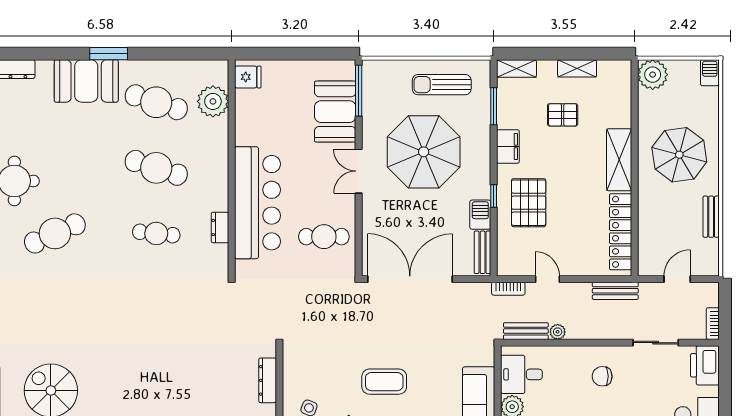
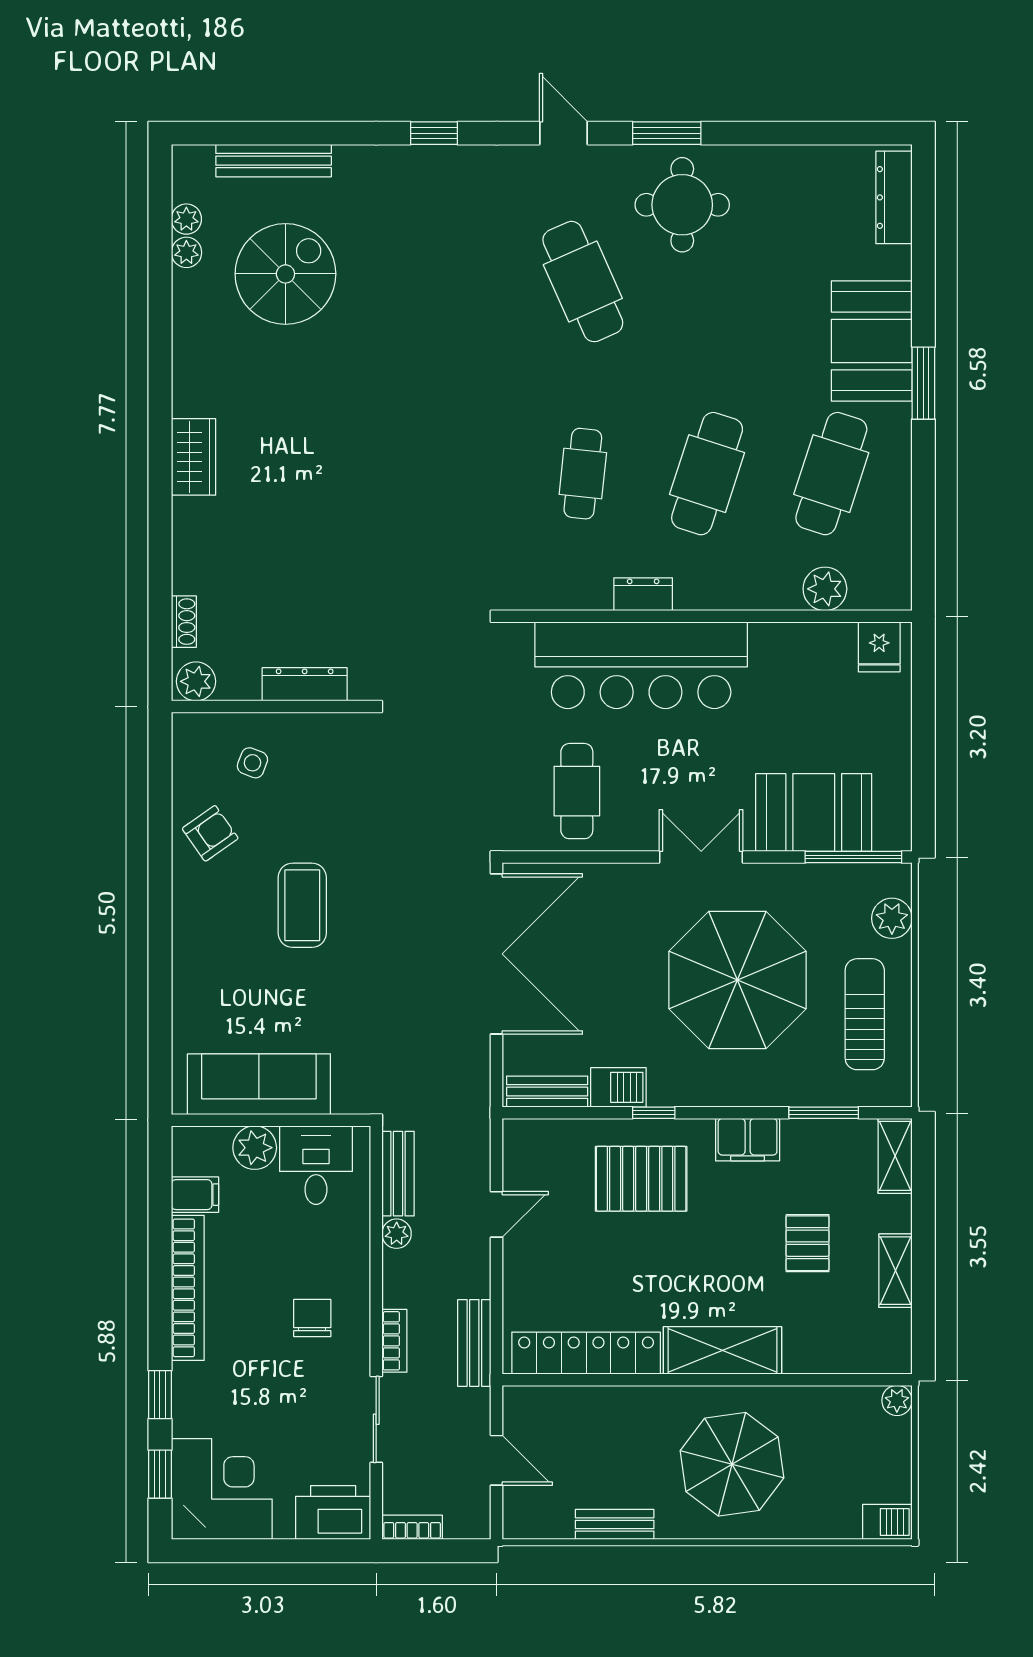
plant: (391, 70) -> (892, 918), added
plant: (653, 75) -> (897, 1400), width x0.53, depth x0.53
plant: (213, 101) -> (825, 589), width x0.73, depth x0.73
dresser: (220, 228) -> (643, 594), moved
bookcase: (508, 289) -> (394, 1341), moved, turned 180

